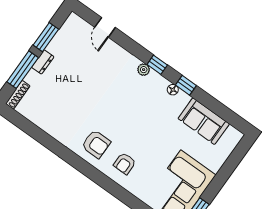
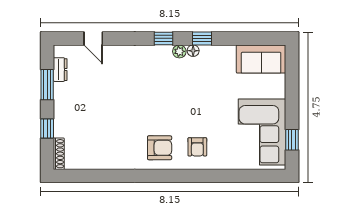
dresser: (43, 62) -> (60, 70), moved
window: (23, 70) -> (47, 128), width x0.46
plant: (144, 70) -> (179, 51), moved
sofa: (204, 121) -> (261, 59), moved

